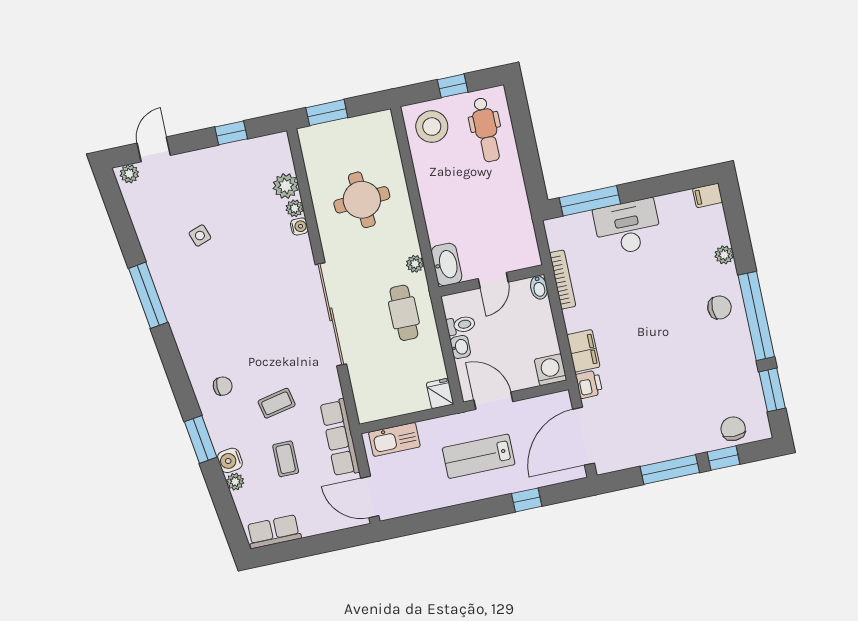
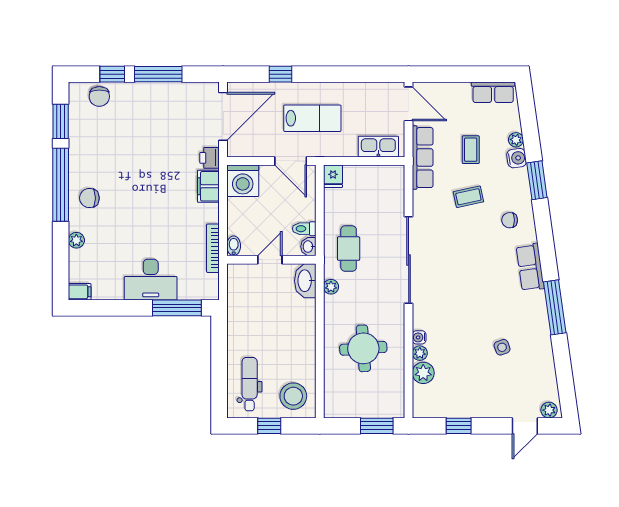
row of seats: (187, 336) -> (530, 267), added
washbasin: (460, 347) -> (308, 247), moved
washing machine: (551, 370) -> (243, 181), width x1.37, depth x1.37

